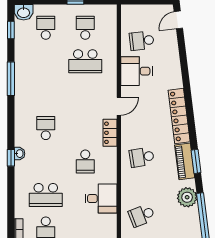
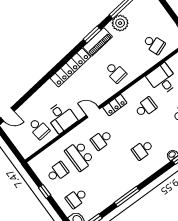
school desk: (85, 28) -> (57, 172), turned 180
school desk: (85, 61) -> (80, 156), turned 180
school desk: (85, 95) -> (102, 140), added

